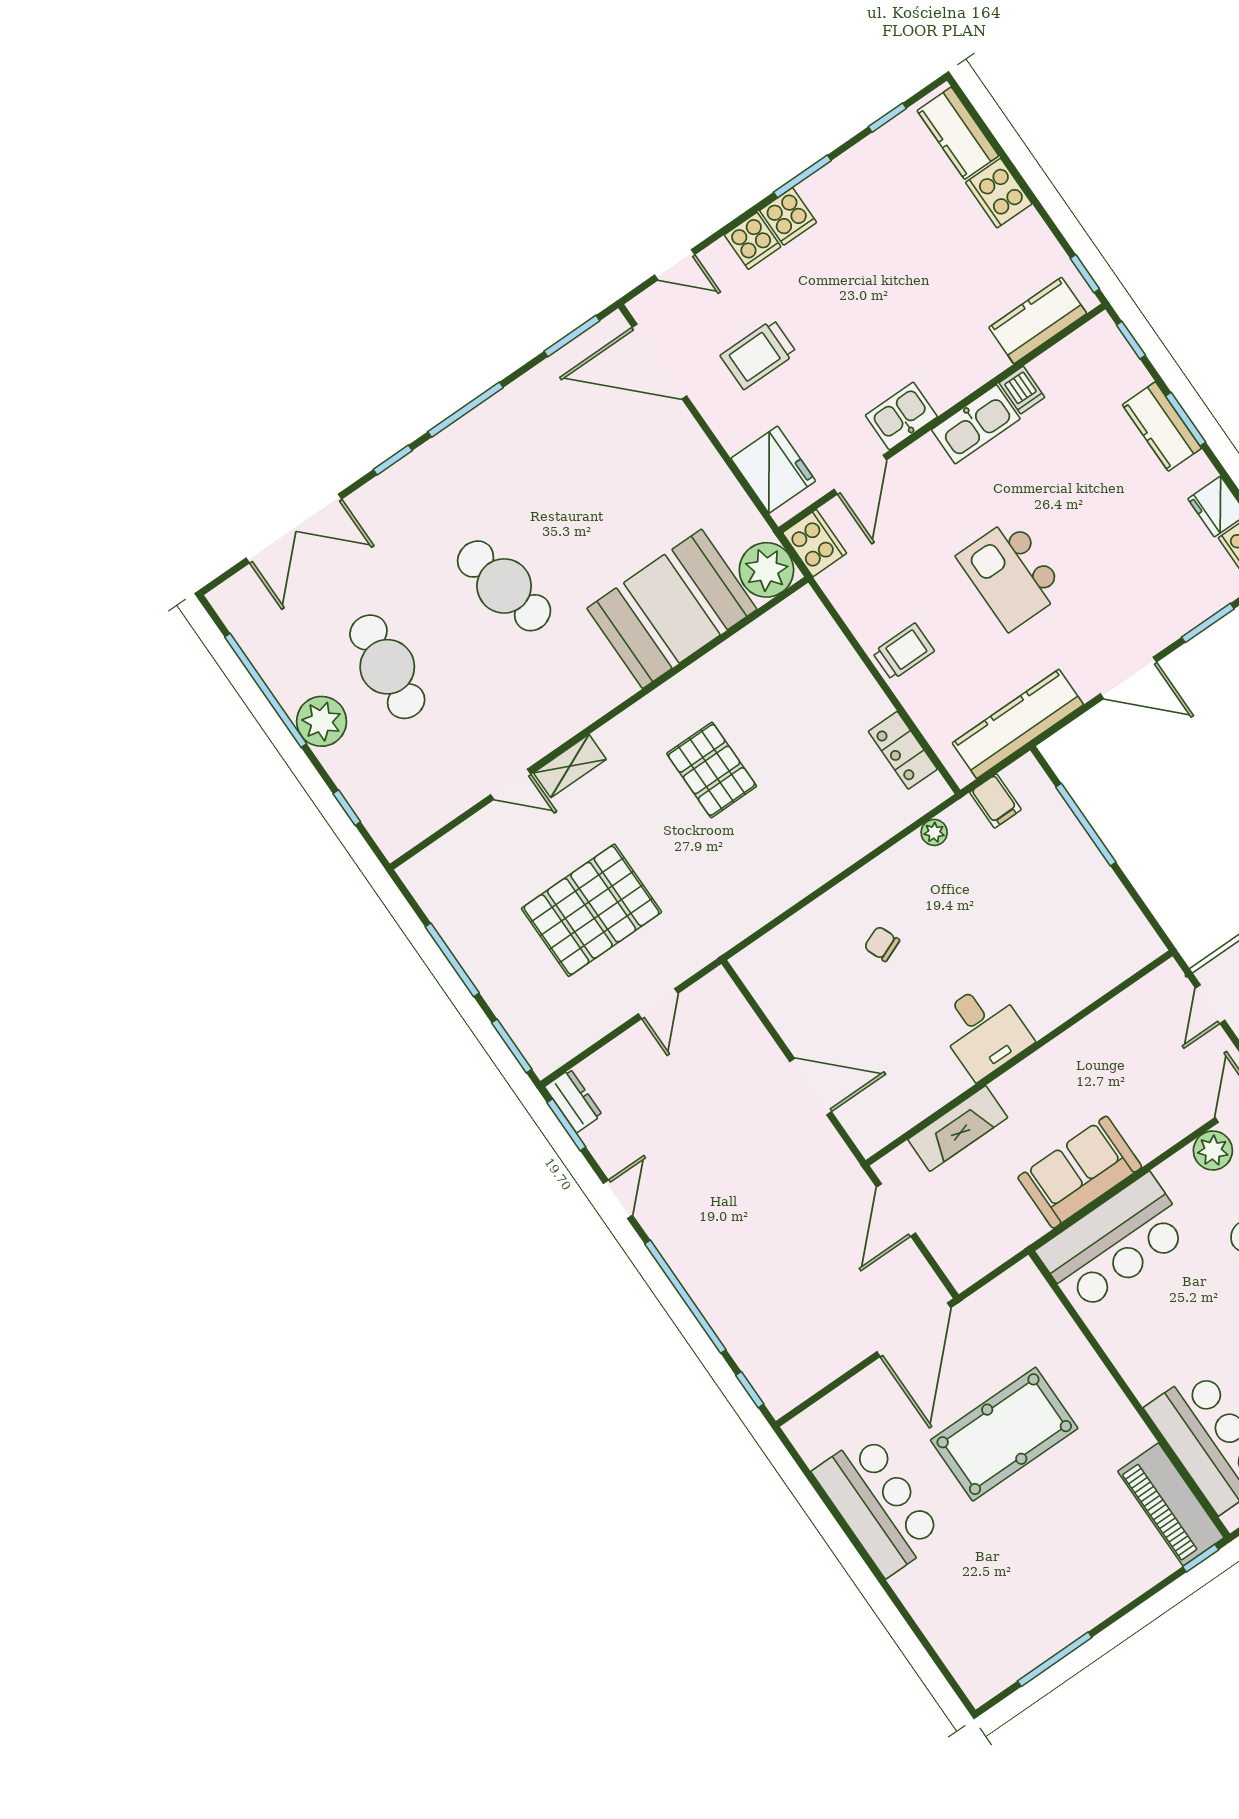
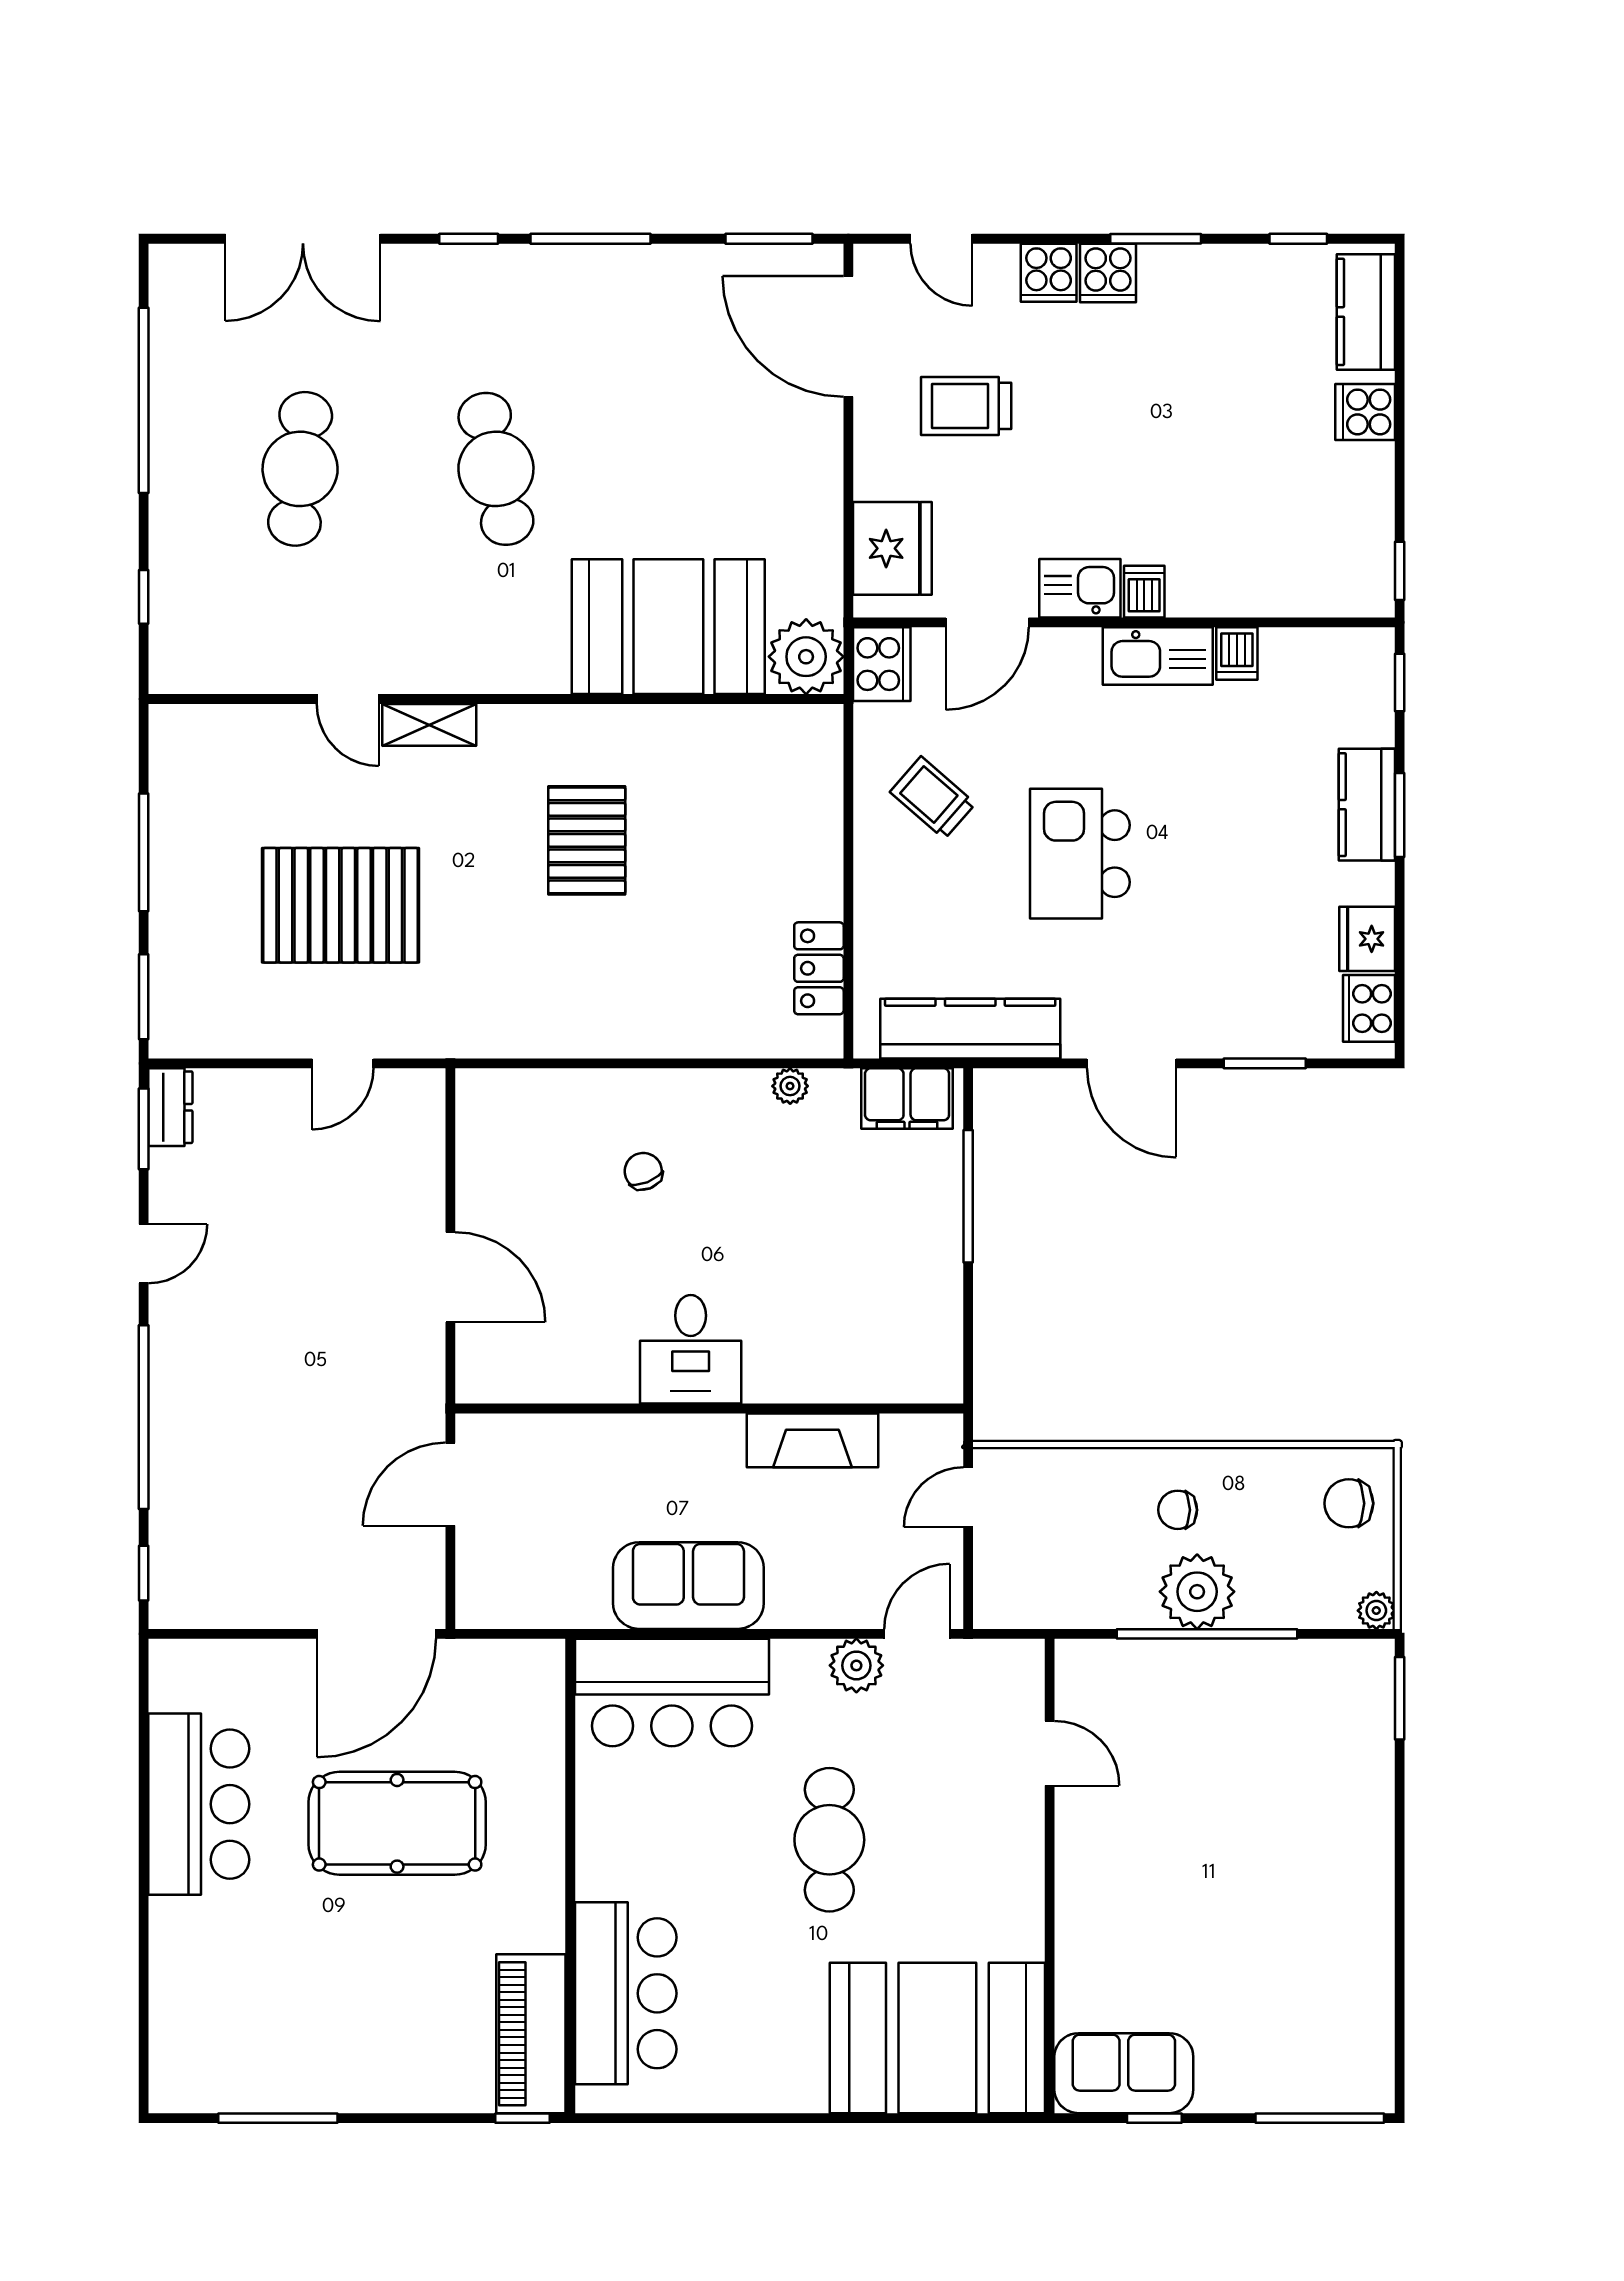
cooker: (999, 193) -> (1365, 412), width x0.73
kitchen counter: (1038, 320) -> (1309, 587), removed
dishwasher: (941, 391) -> (1144, 592), added
trolley: (903, 652) -> (933, 798), moved, turned -139
plant: (322, 721) -> (183, 479), removed
filing cabinet: (995, 801) -> (907, 1099), width x2.00
fireplace: (958, 1129) -> (812, 1440), moved

